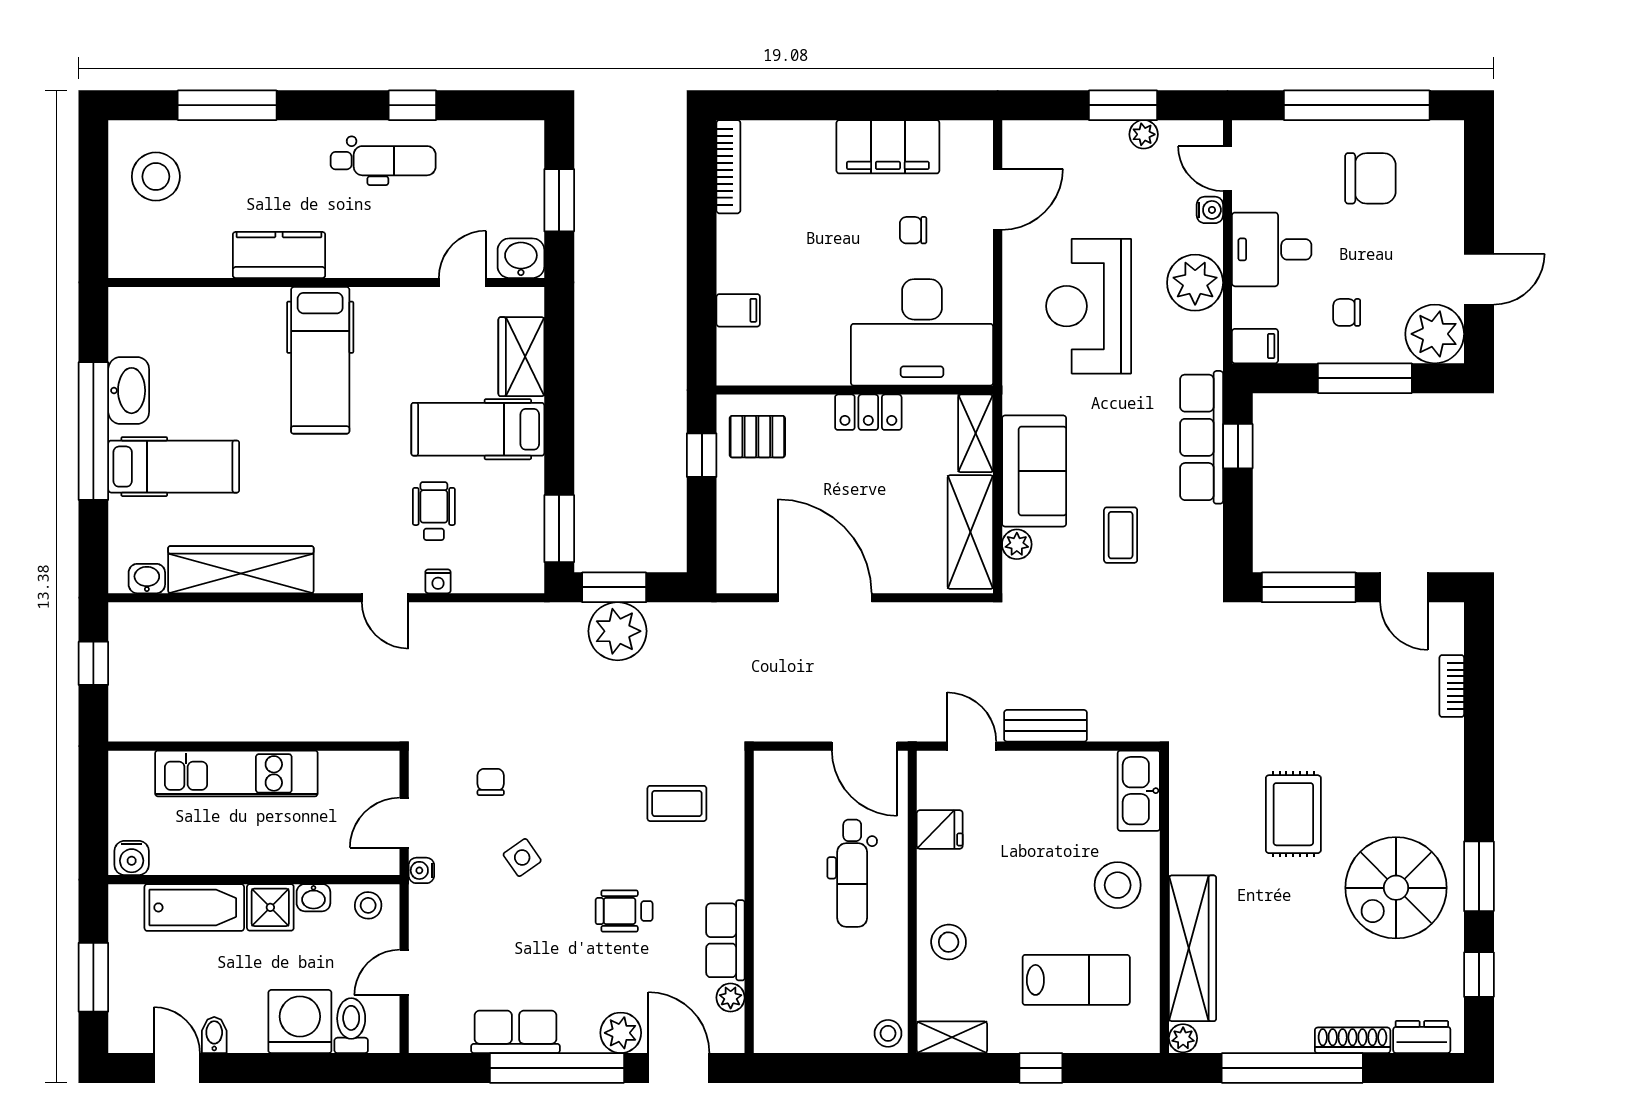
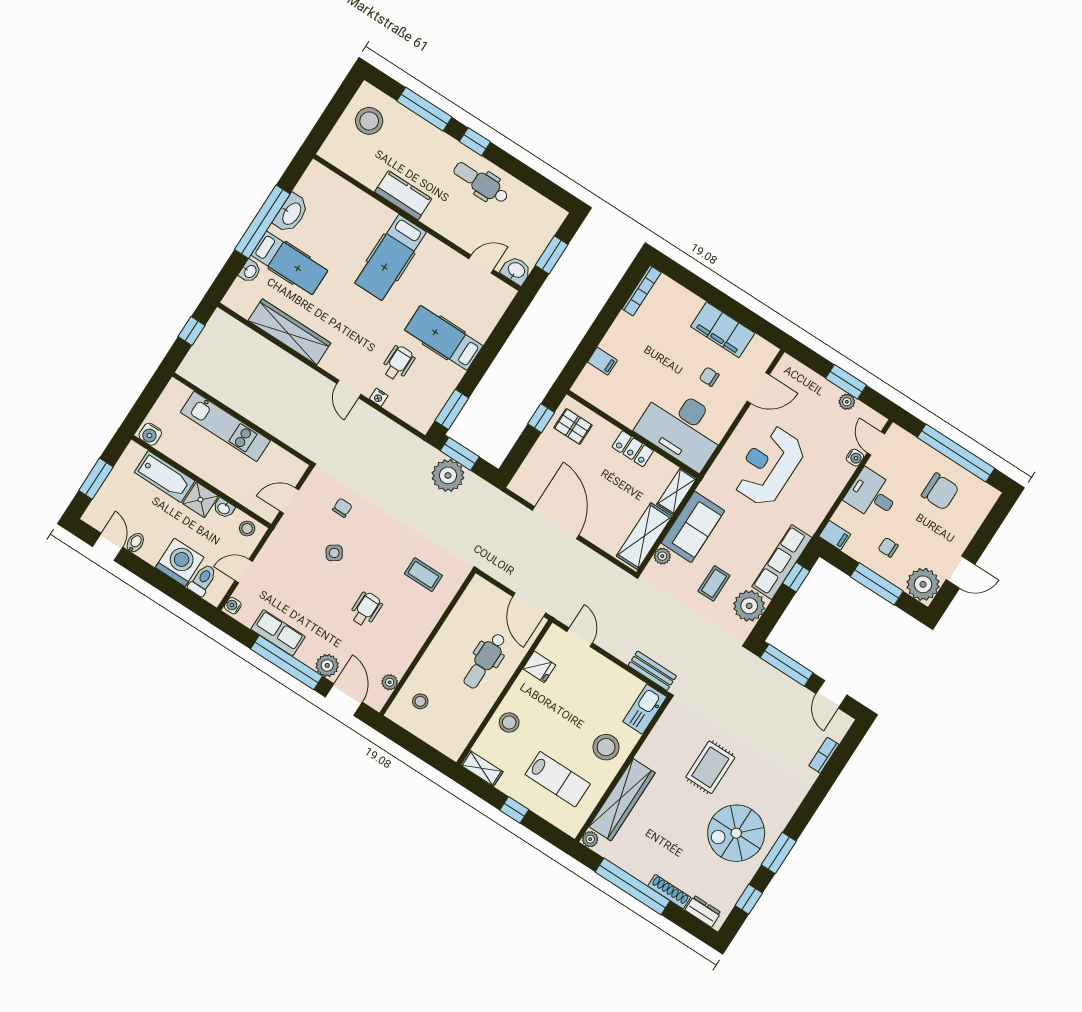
window: (412, 105) -> (475, 142), moved
dental chair: (383, 161) -> (481, 183), turned 180
plant: (1195, 283) -> (749, 606), moved
wardrobe: (521, 357) -> (486, 317), removed
washbasin: (147, 579) -> (250, 271), moved, turned 90
bench: (1046, 726) -> (652, 671), moved
water cooler: (421, 870) -> (233, 606), moved
wheelchair: (624, 911) -> (366, 609), turned 90
row of seats: (725, 940) -> (405, 654), removed
stool: (888, 1033) -> (420, 701), moved

